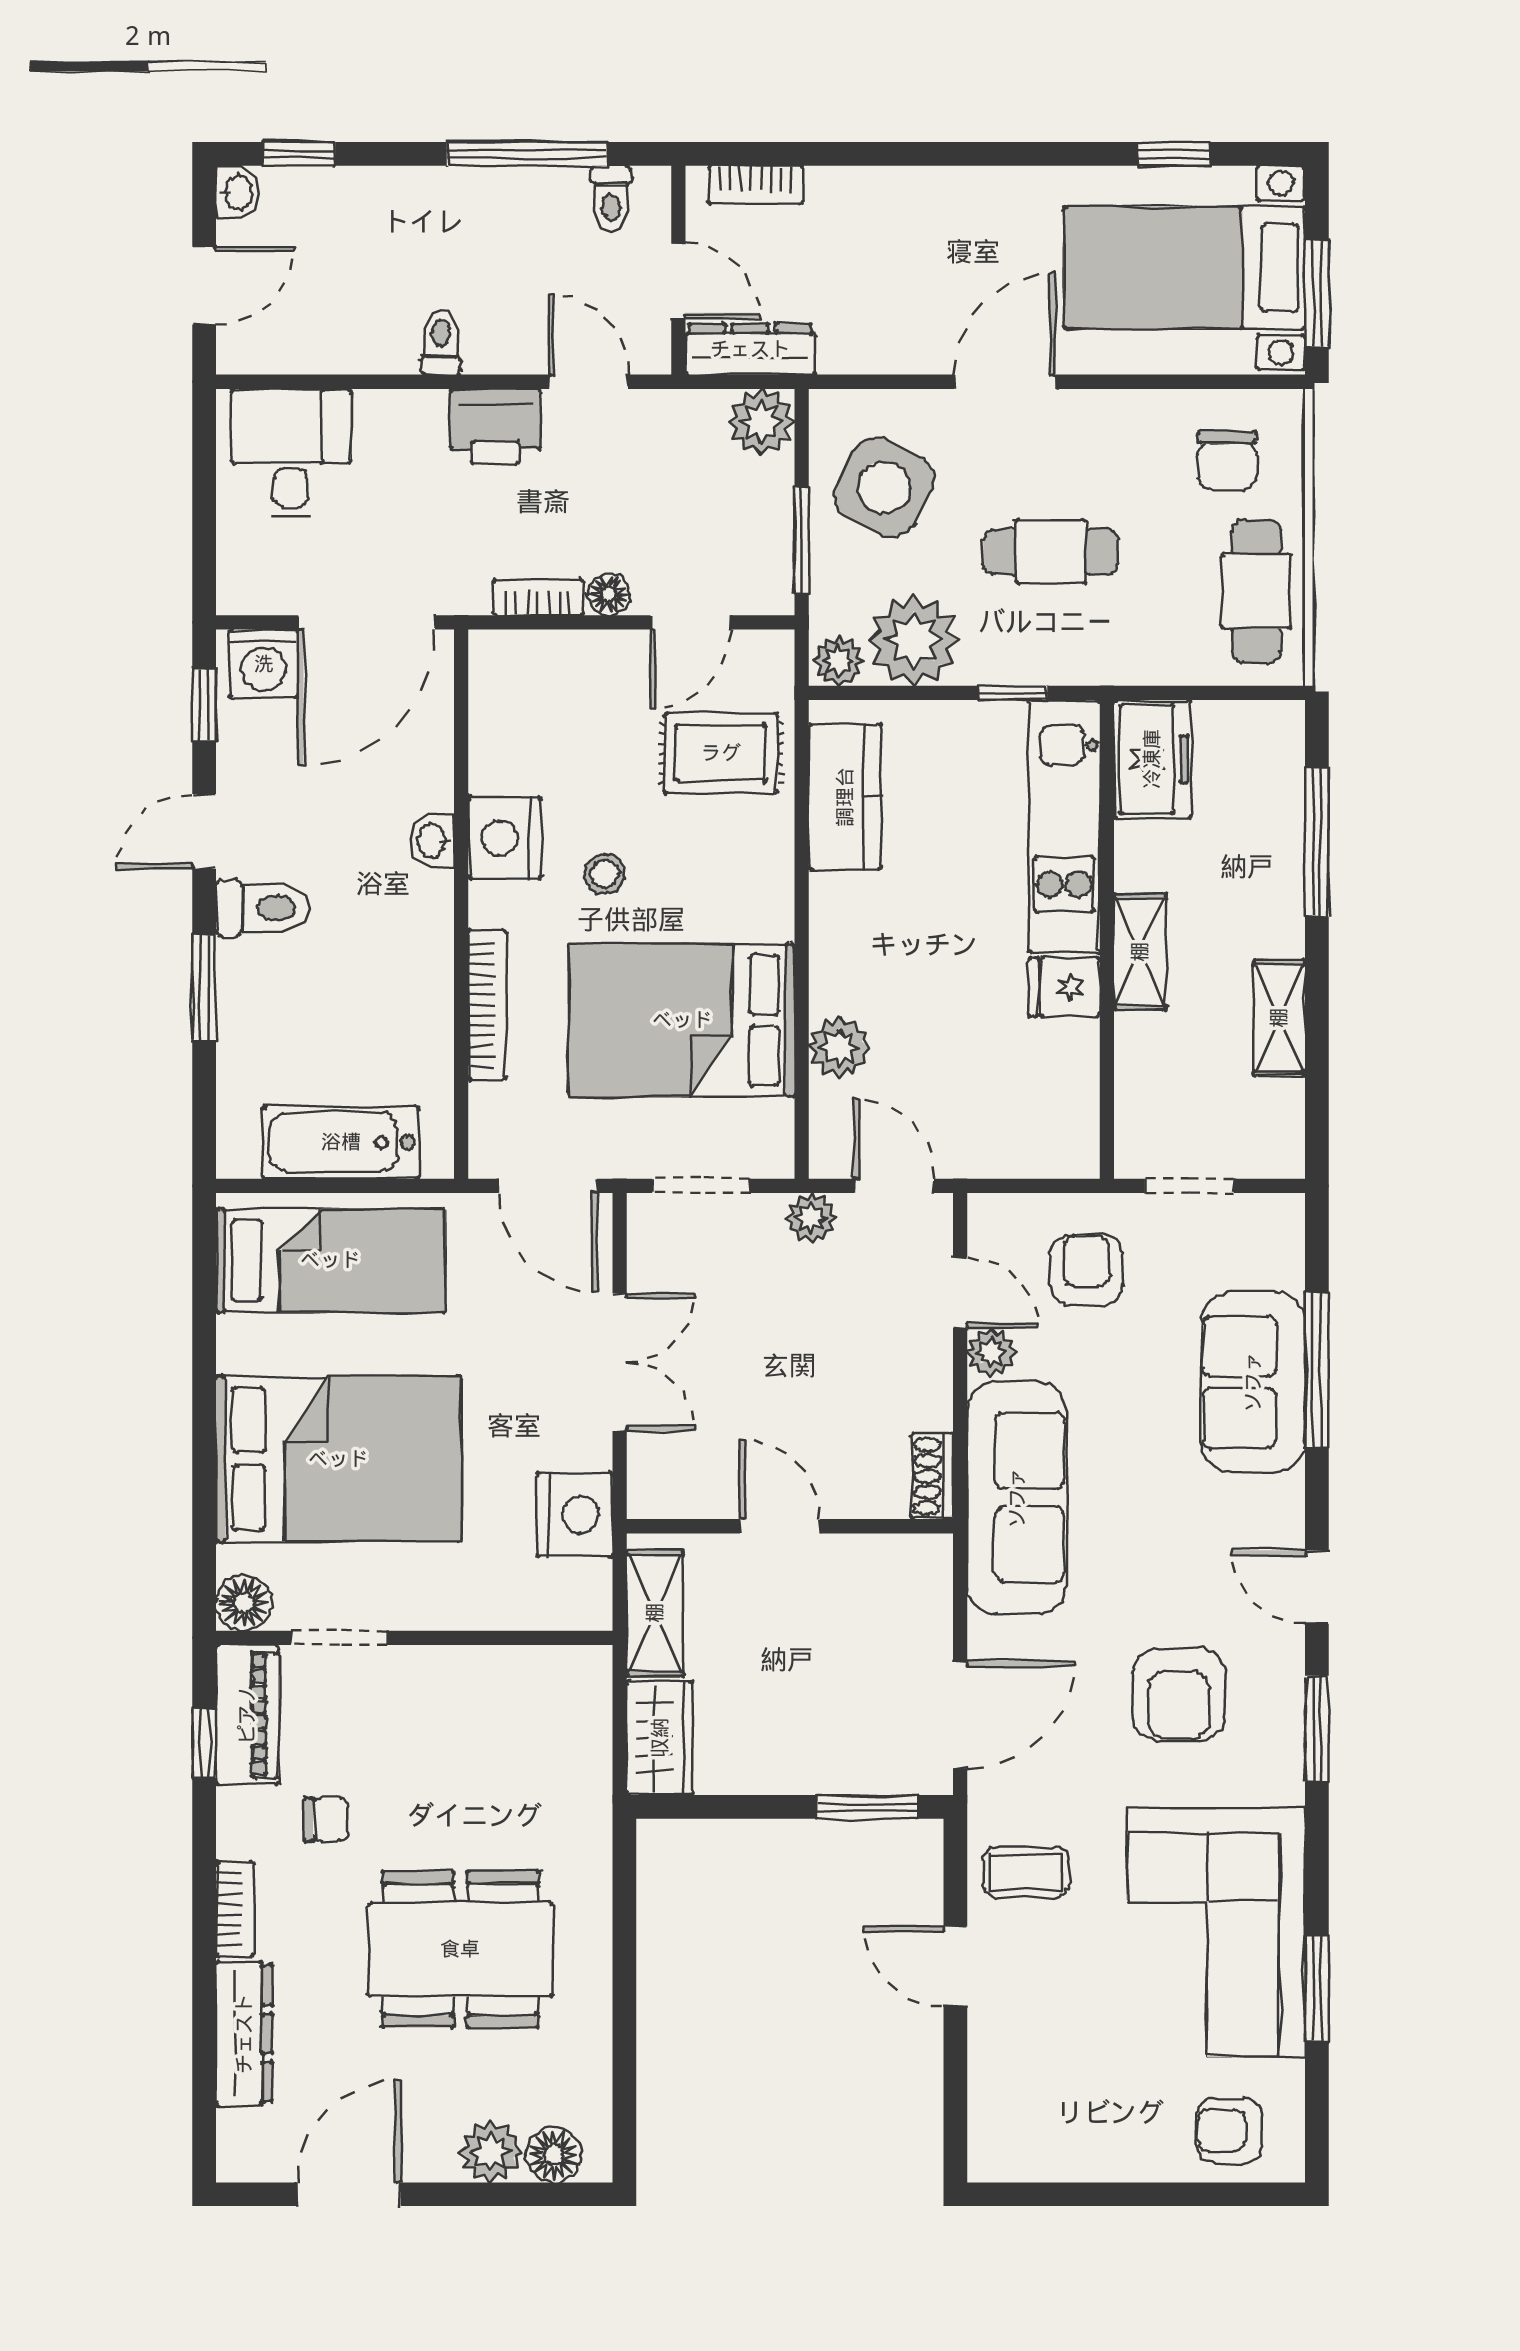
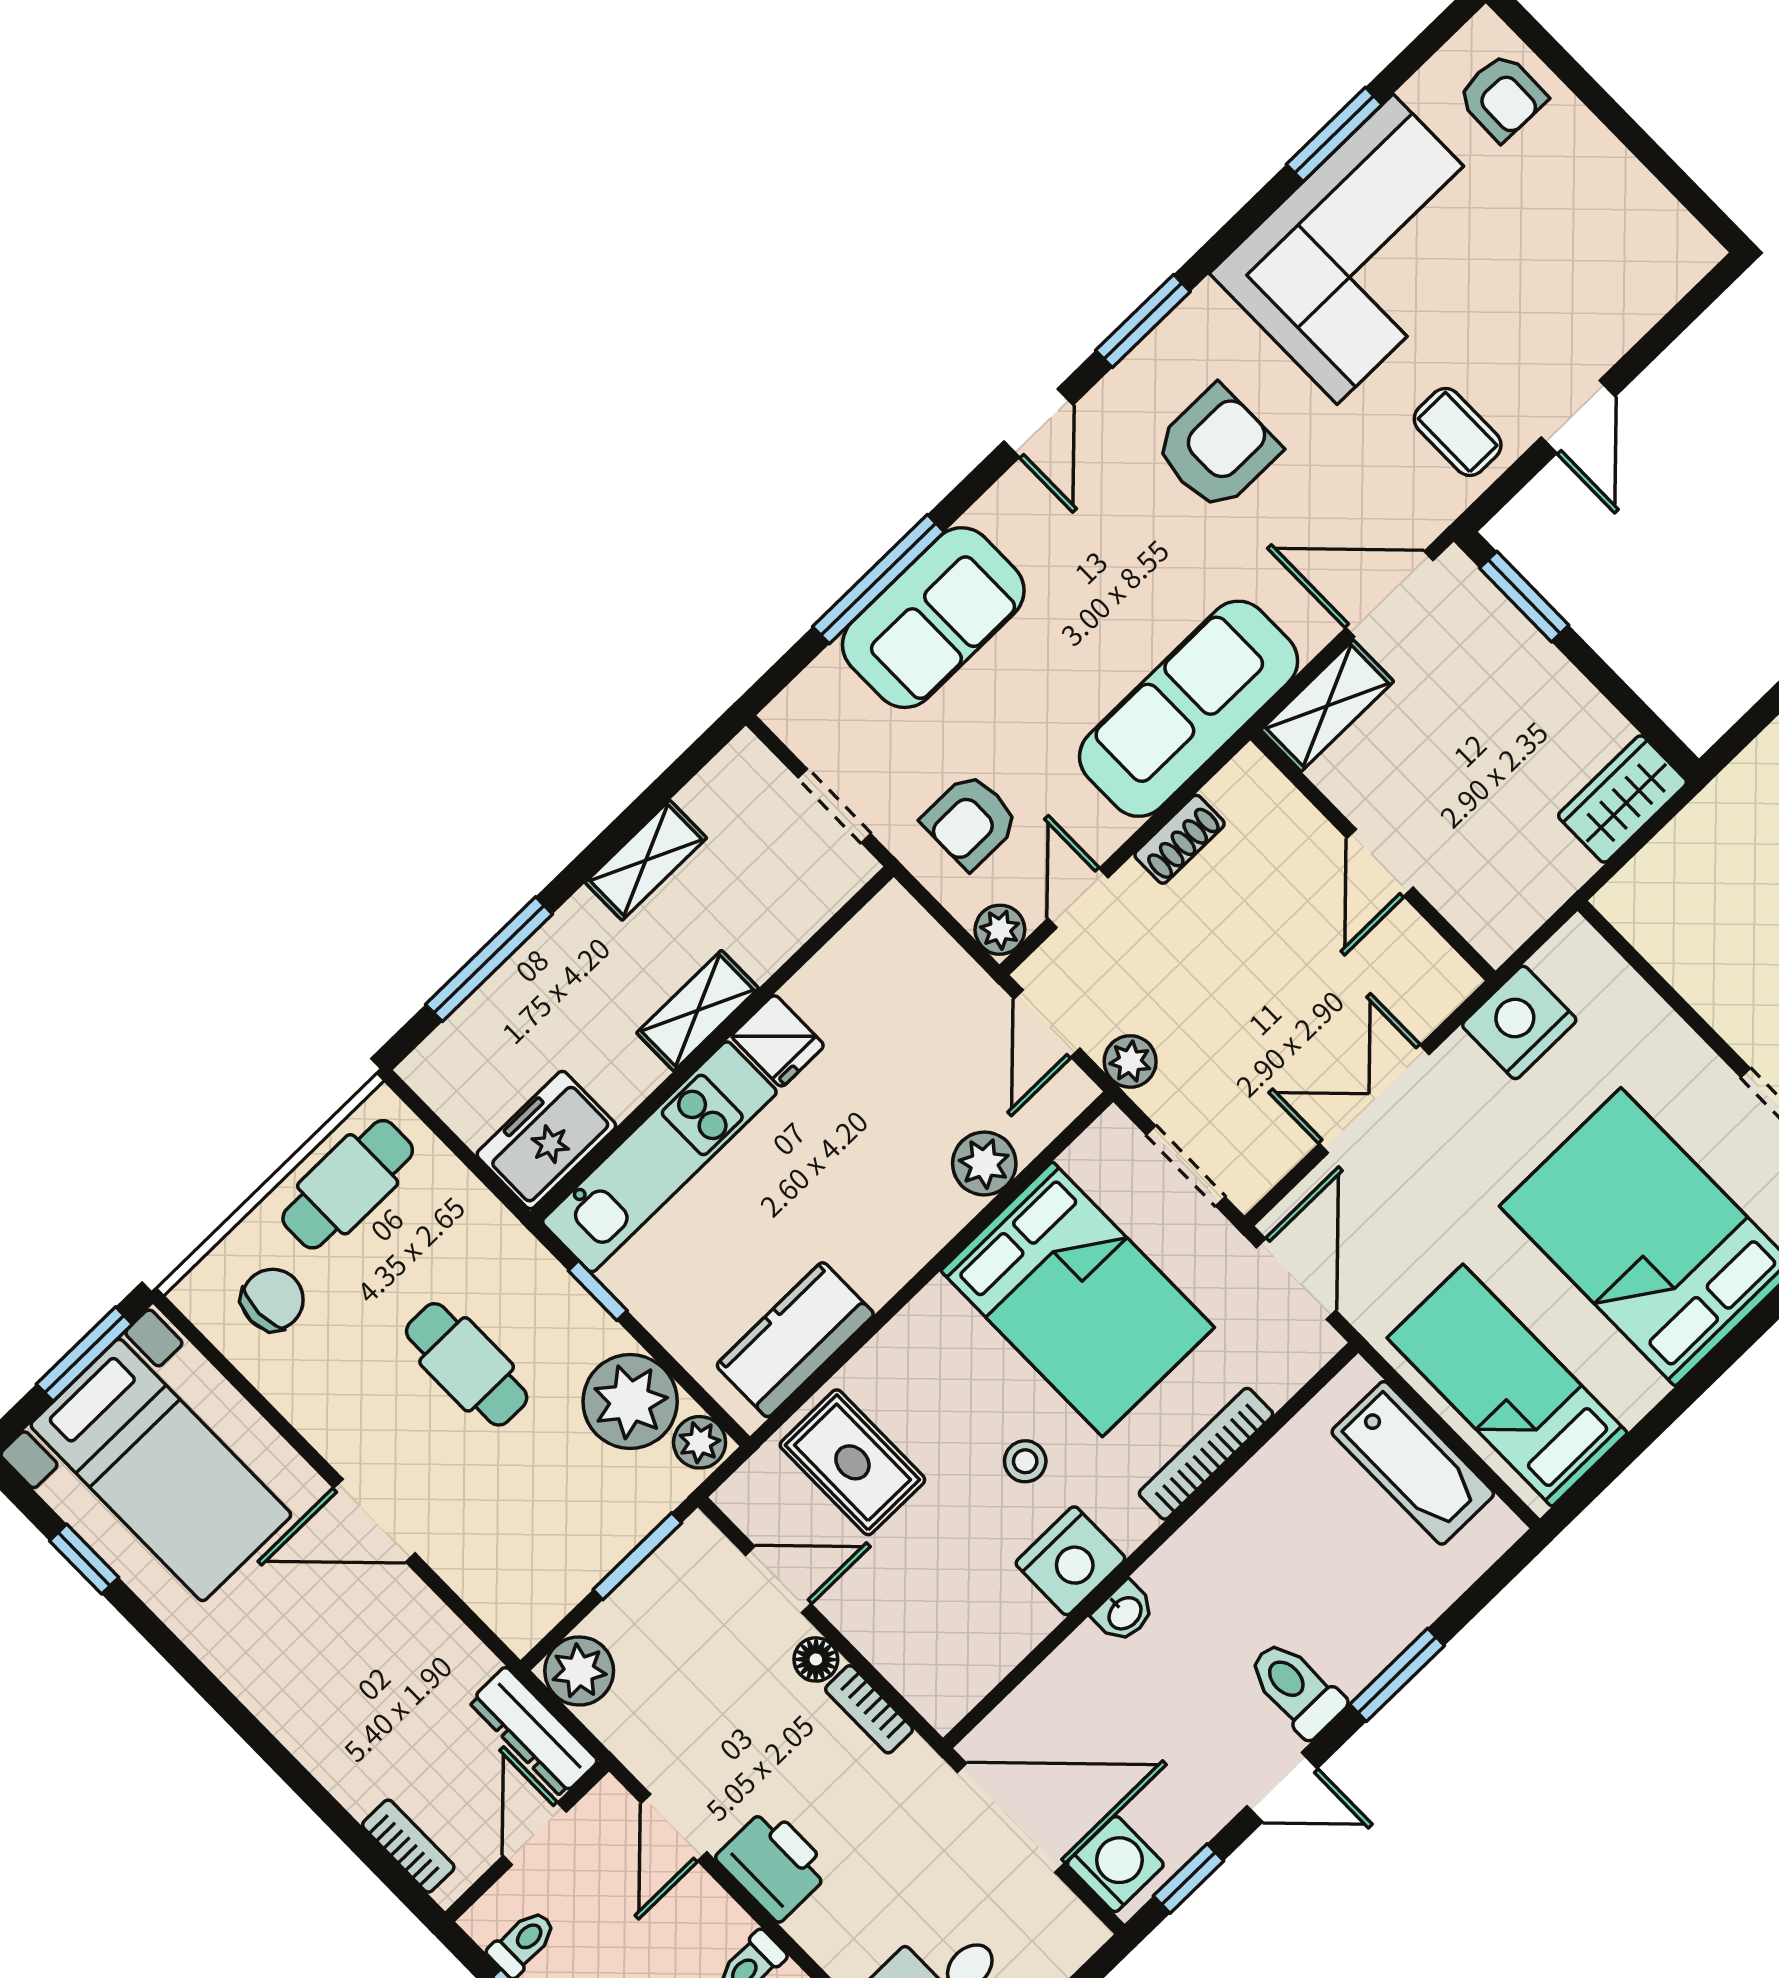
side table: (884, 487) -> (539, 1533), removed
plant: (991, 1352) -> (1000, 930), moved
shoe rack: (932, 1476) -> (1180, 839), moved
shelving: (655, 1613) -> (1327, 706), moved

